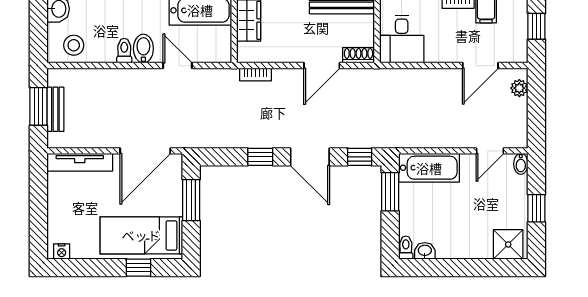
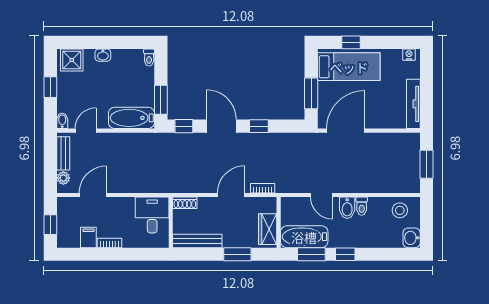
door: (322, 66) -> (231, 195), moved
bench: (55, 109) -> (63, 153), moved
tv unit: (80, 162) -> (413, 104), moved, turned -90
washbasin: (425, 251) -> (103, 55), moved

